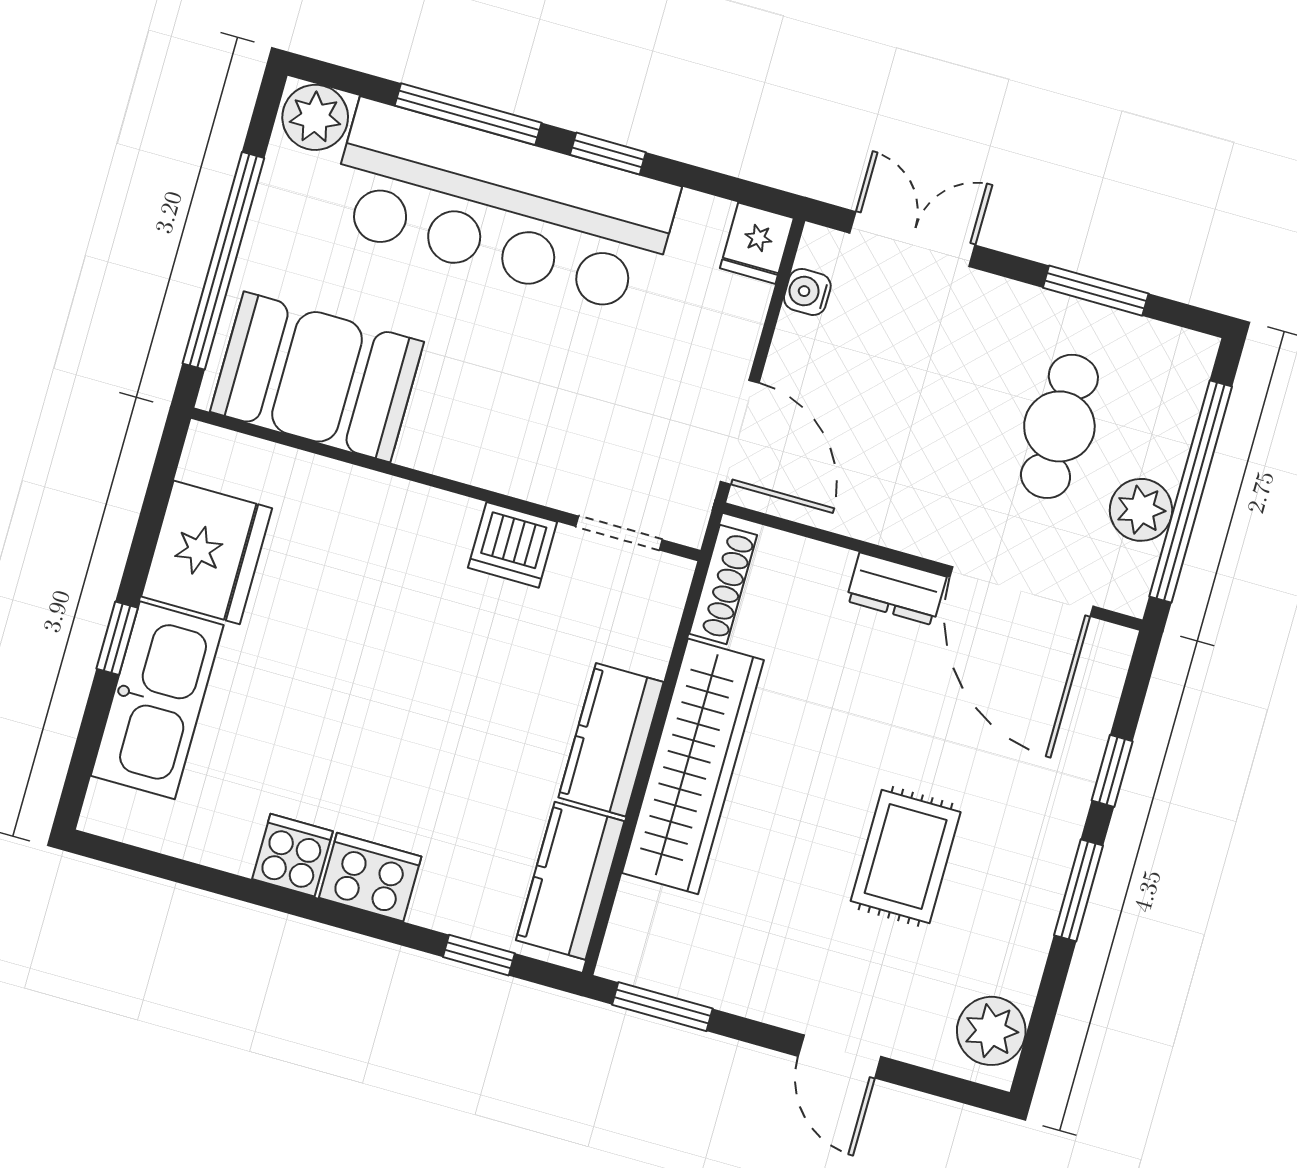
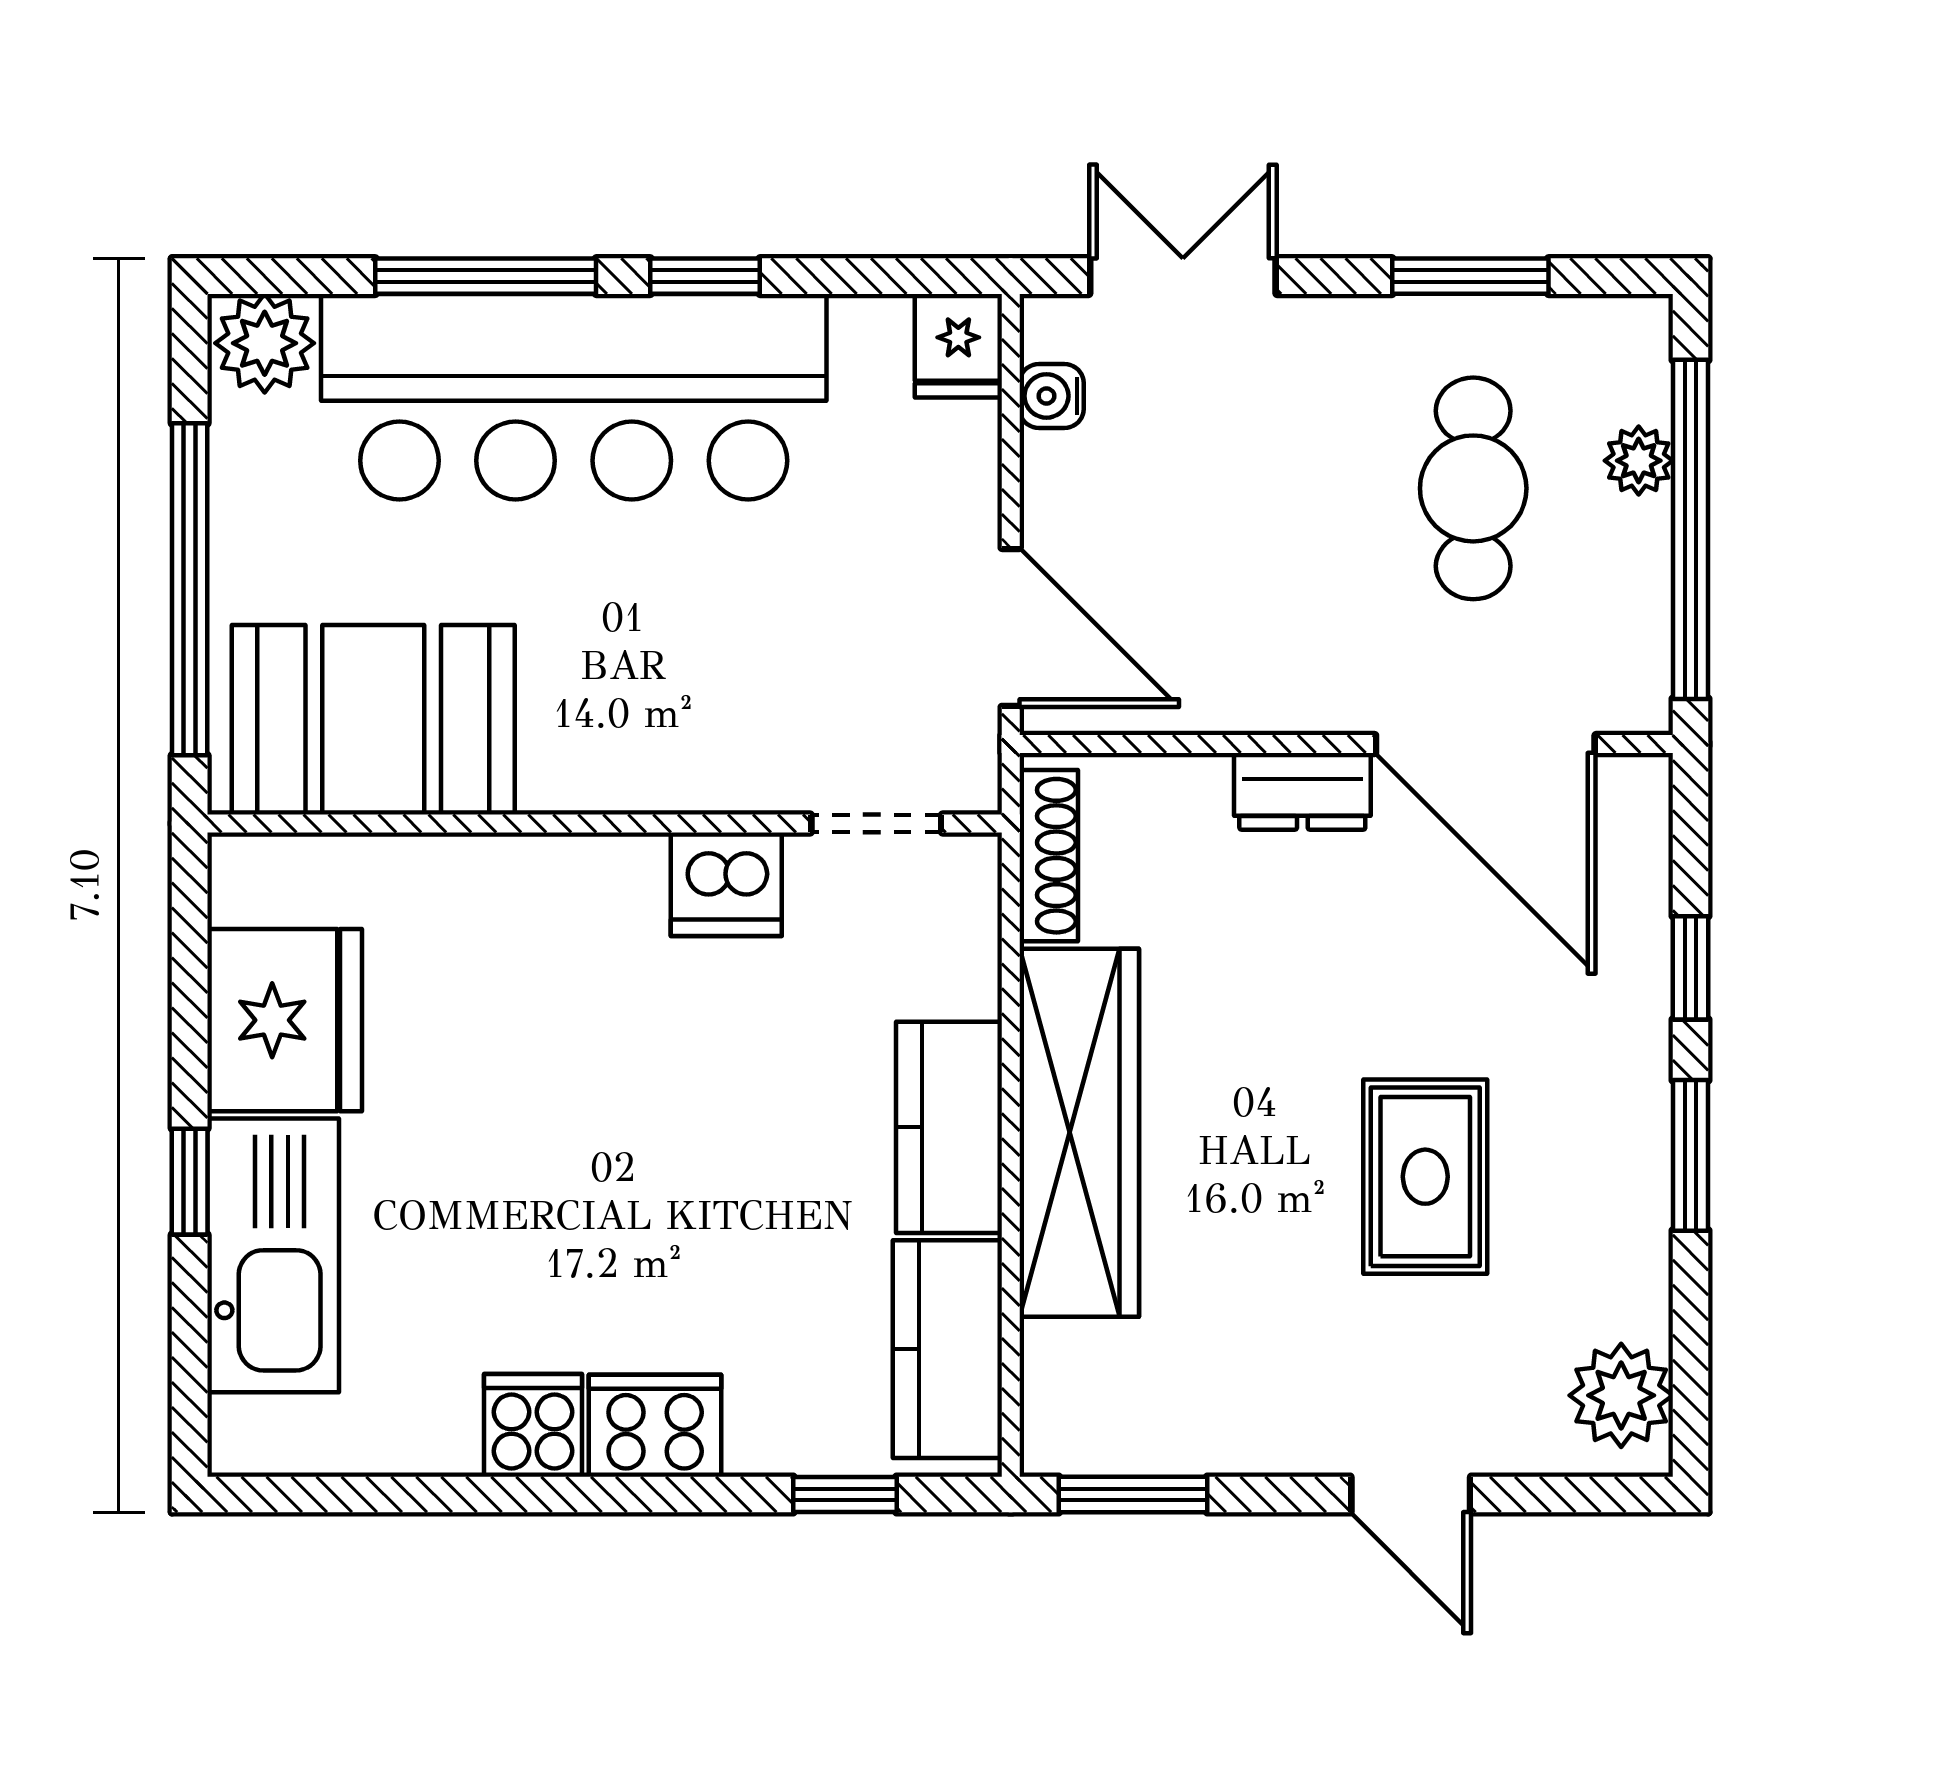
plant: (1141, 510) -> (1639, 461), moved, width x0.73, depth x0.73

